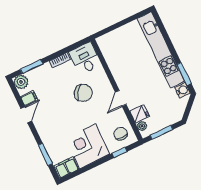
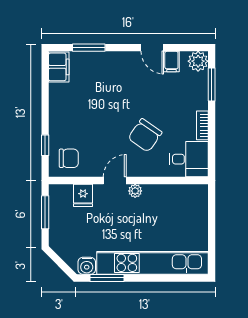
door: (121, 98) -> (115, 181), hinge flipped
plant: (142, 126) -> (135, 191), moved
corner desk: (88, 146) -> (73, 108), removed

